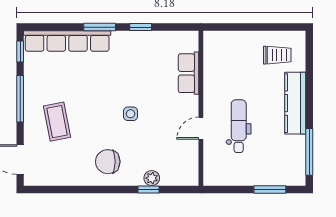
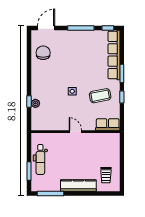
row of seats: (189, 73) -> (108, 124), moved
coffee table: (57, 122) -> (100, 96), moved
dental chair: (239, 126) -> (40, 160), moved, turned 90
door: (201, 128) -> (75, 132), moved
chair: (108, 162) -> (43, 53), moved

